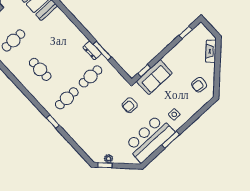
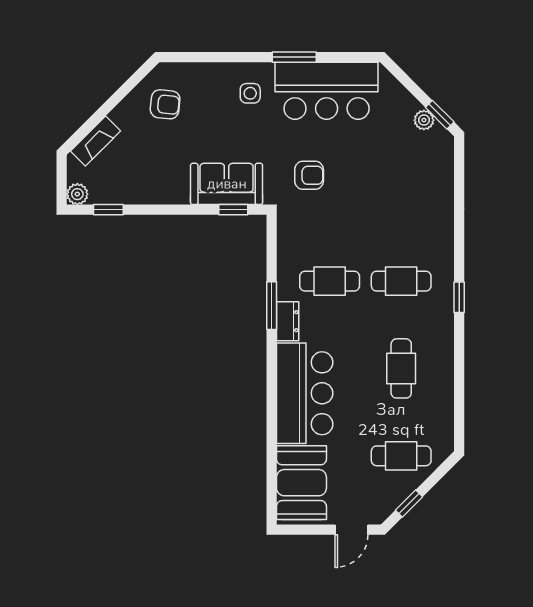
plant: (201, 28) -> (77, 194), added
bar counter: (65, 32) -> (305, 393), added
window: (53, 122) -> (459, 297), moved

